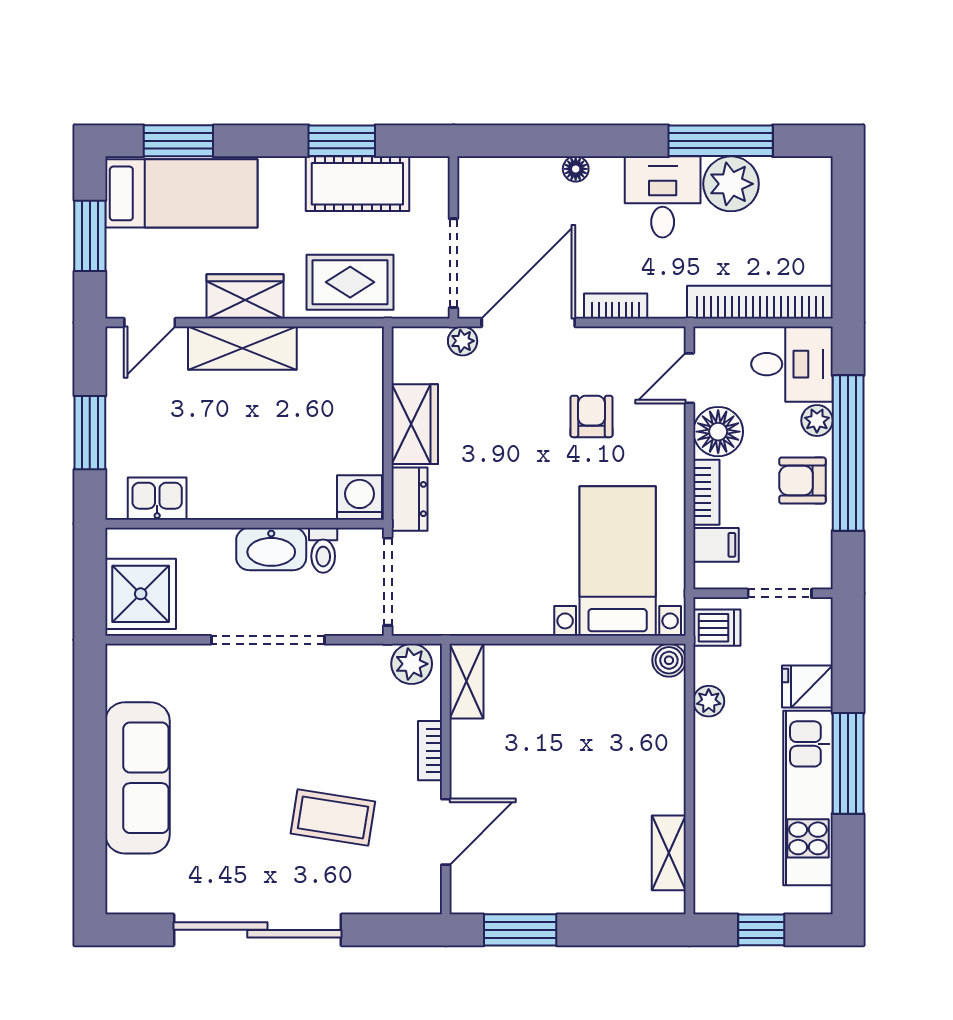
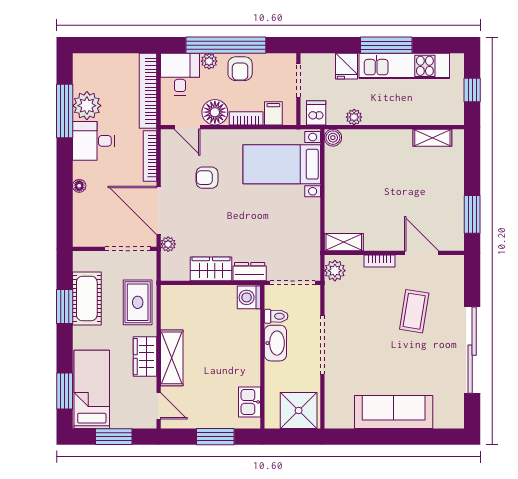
bookcase: (616, 306) -> (150, 156), width x1.56

